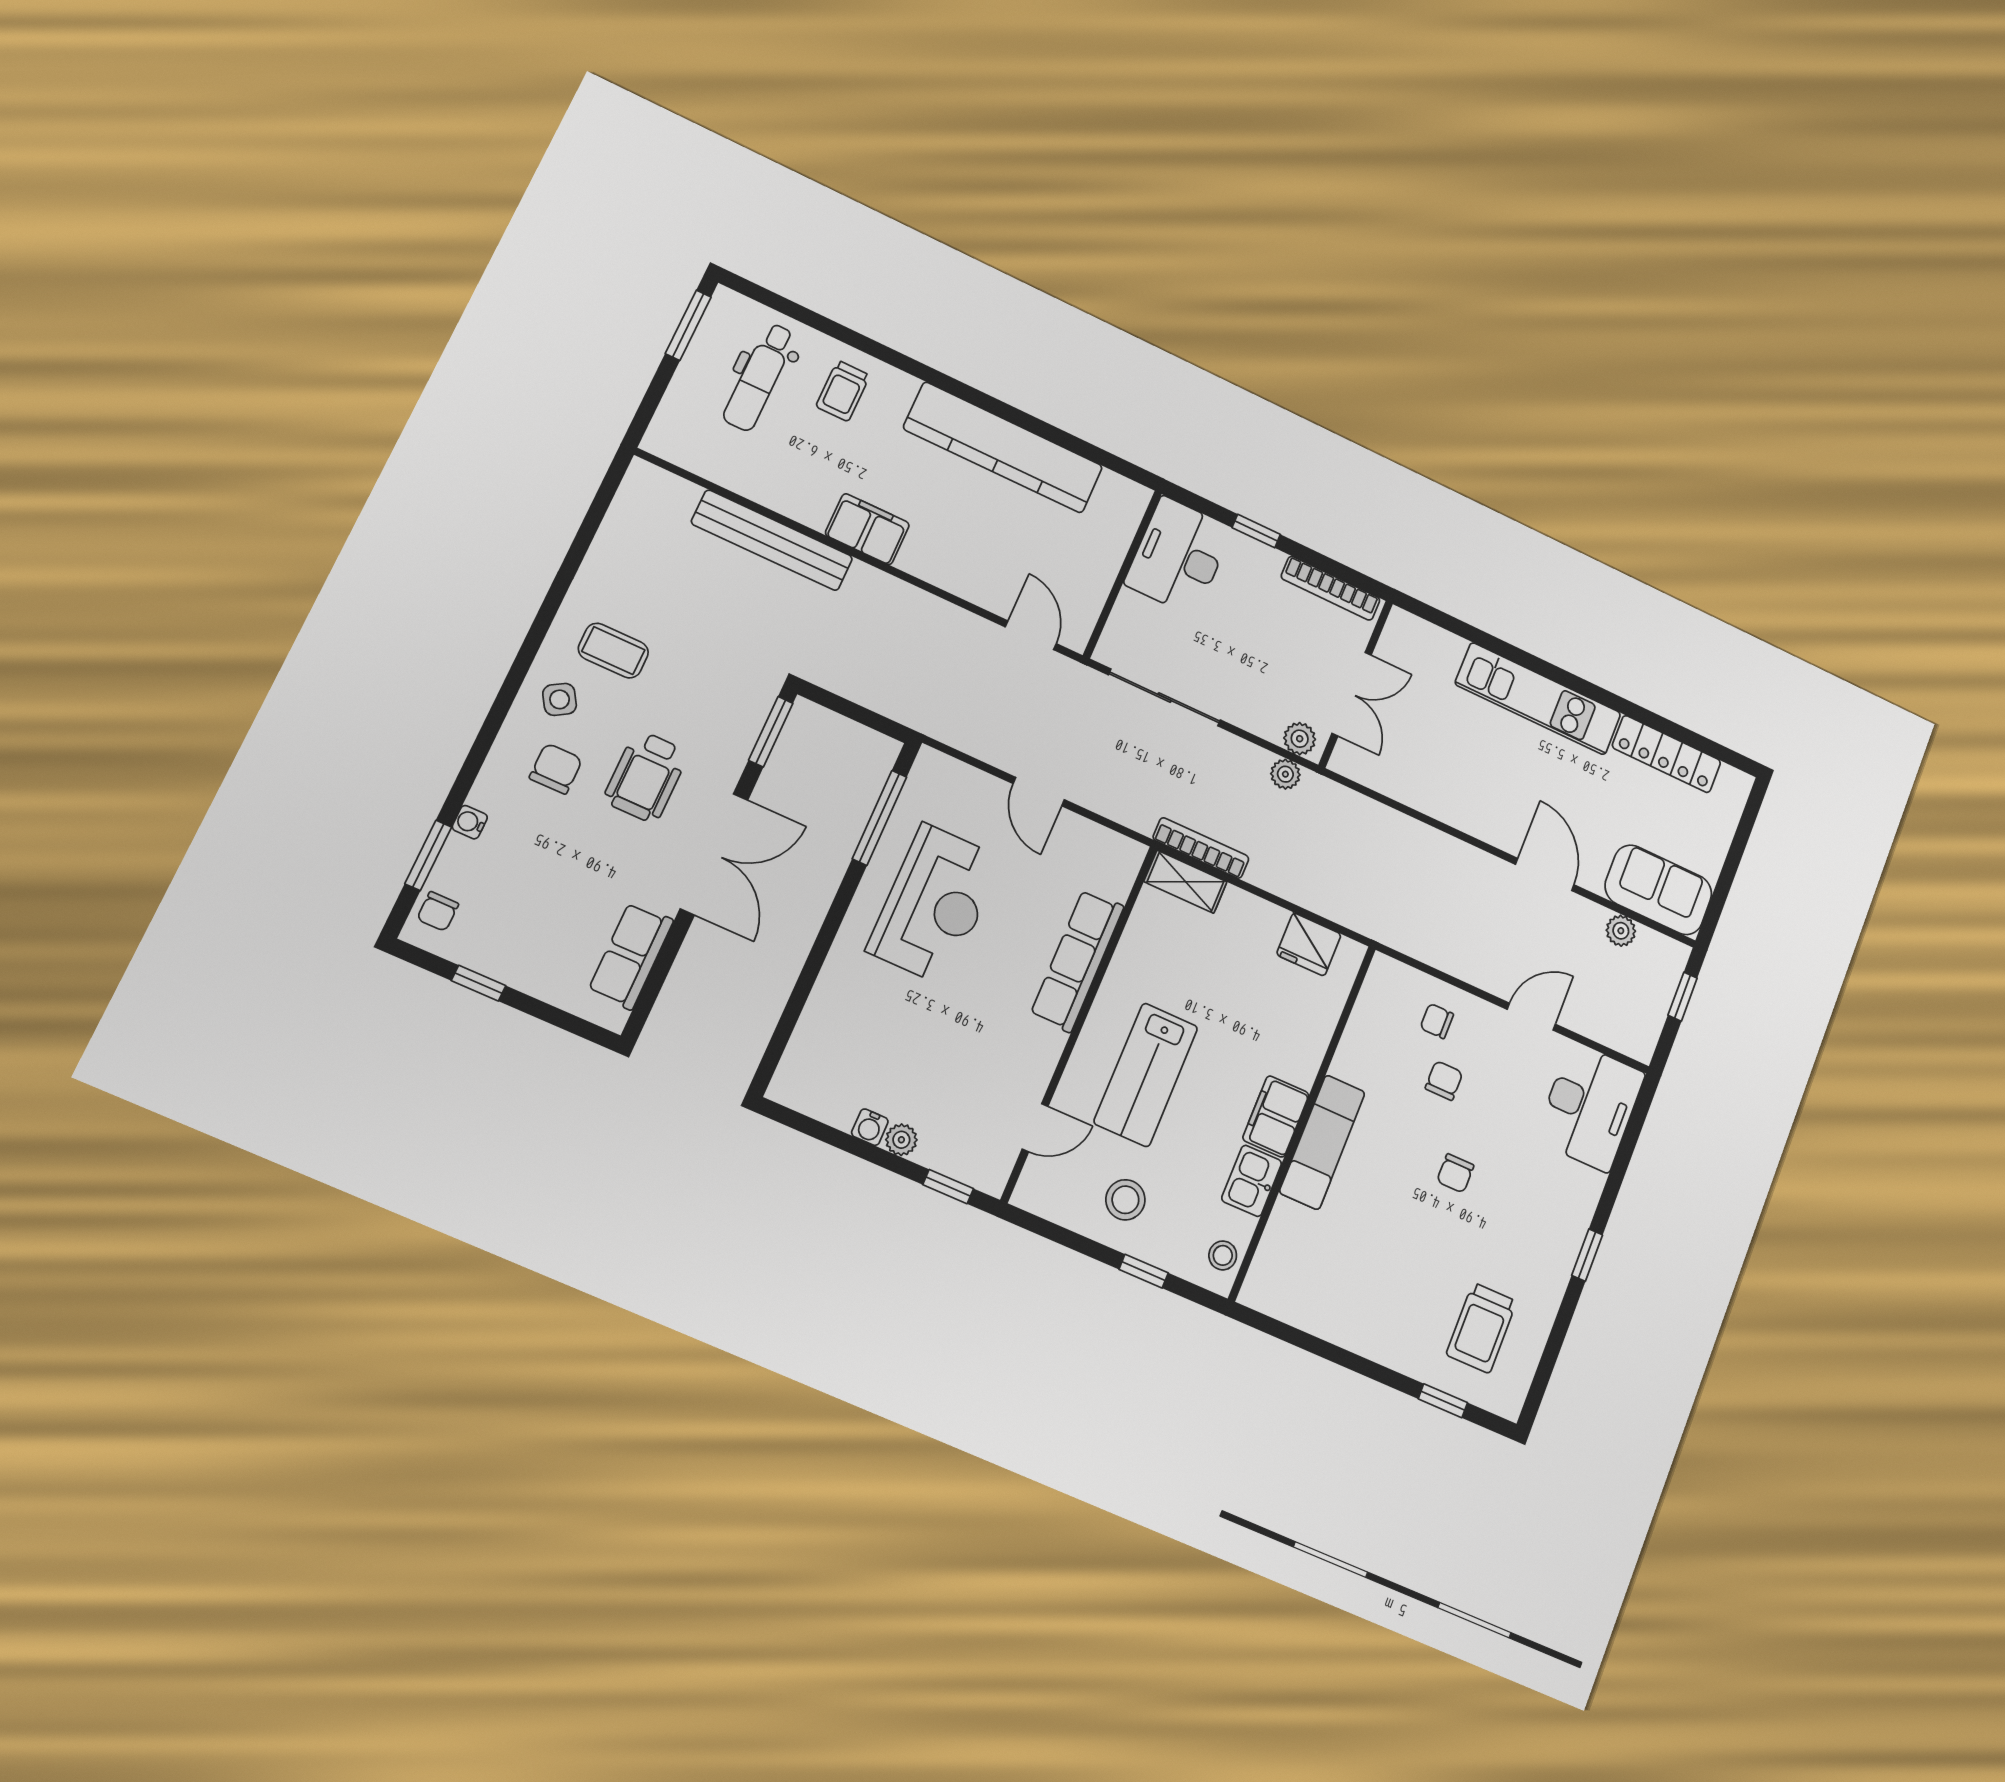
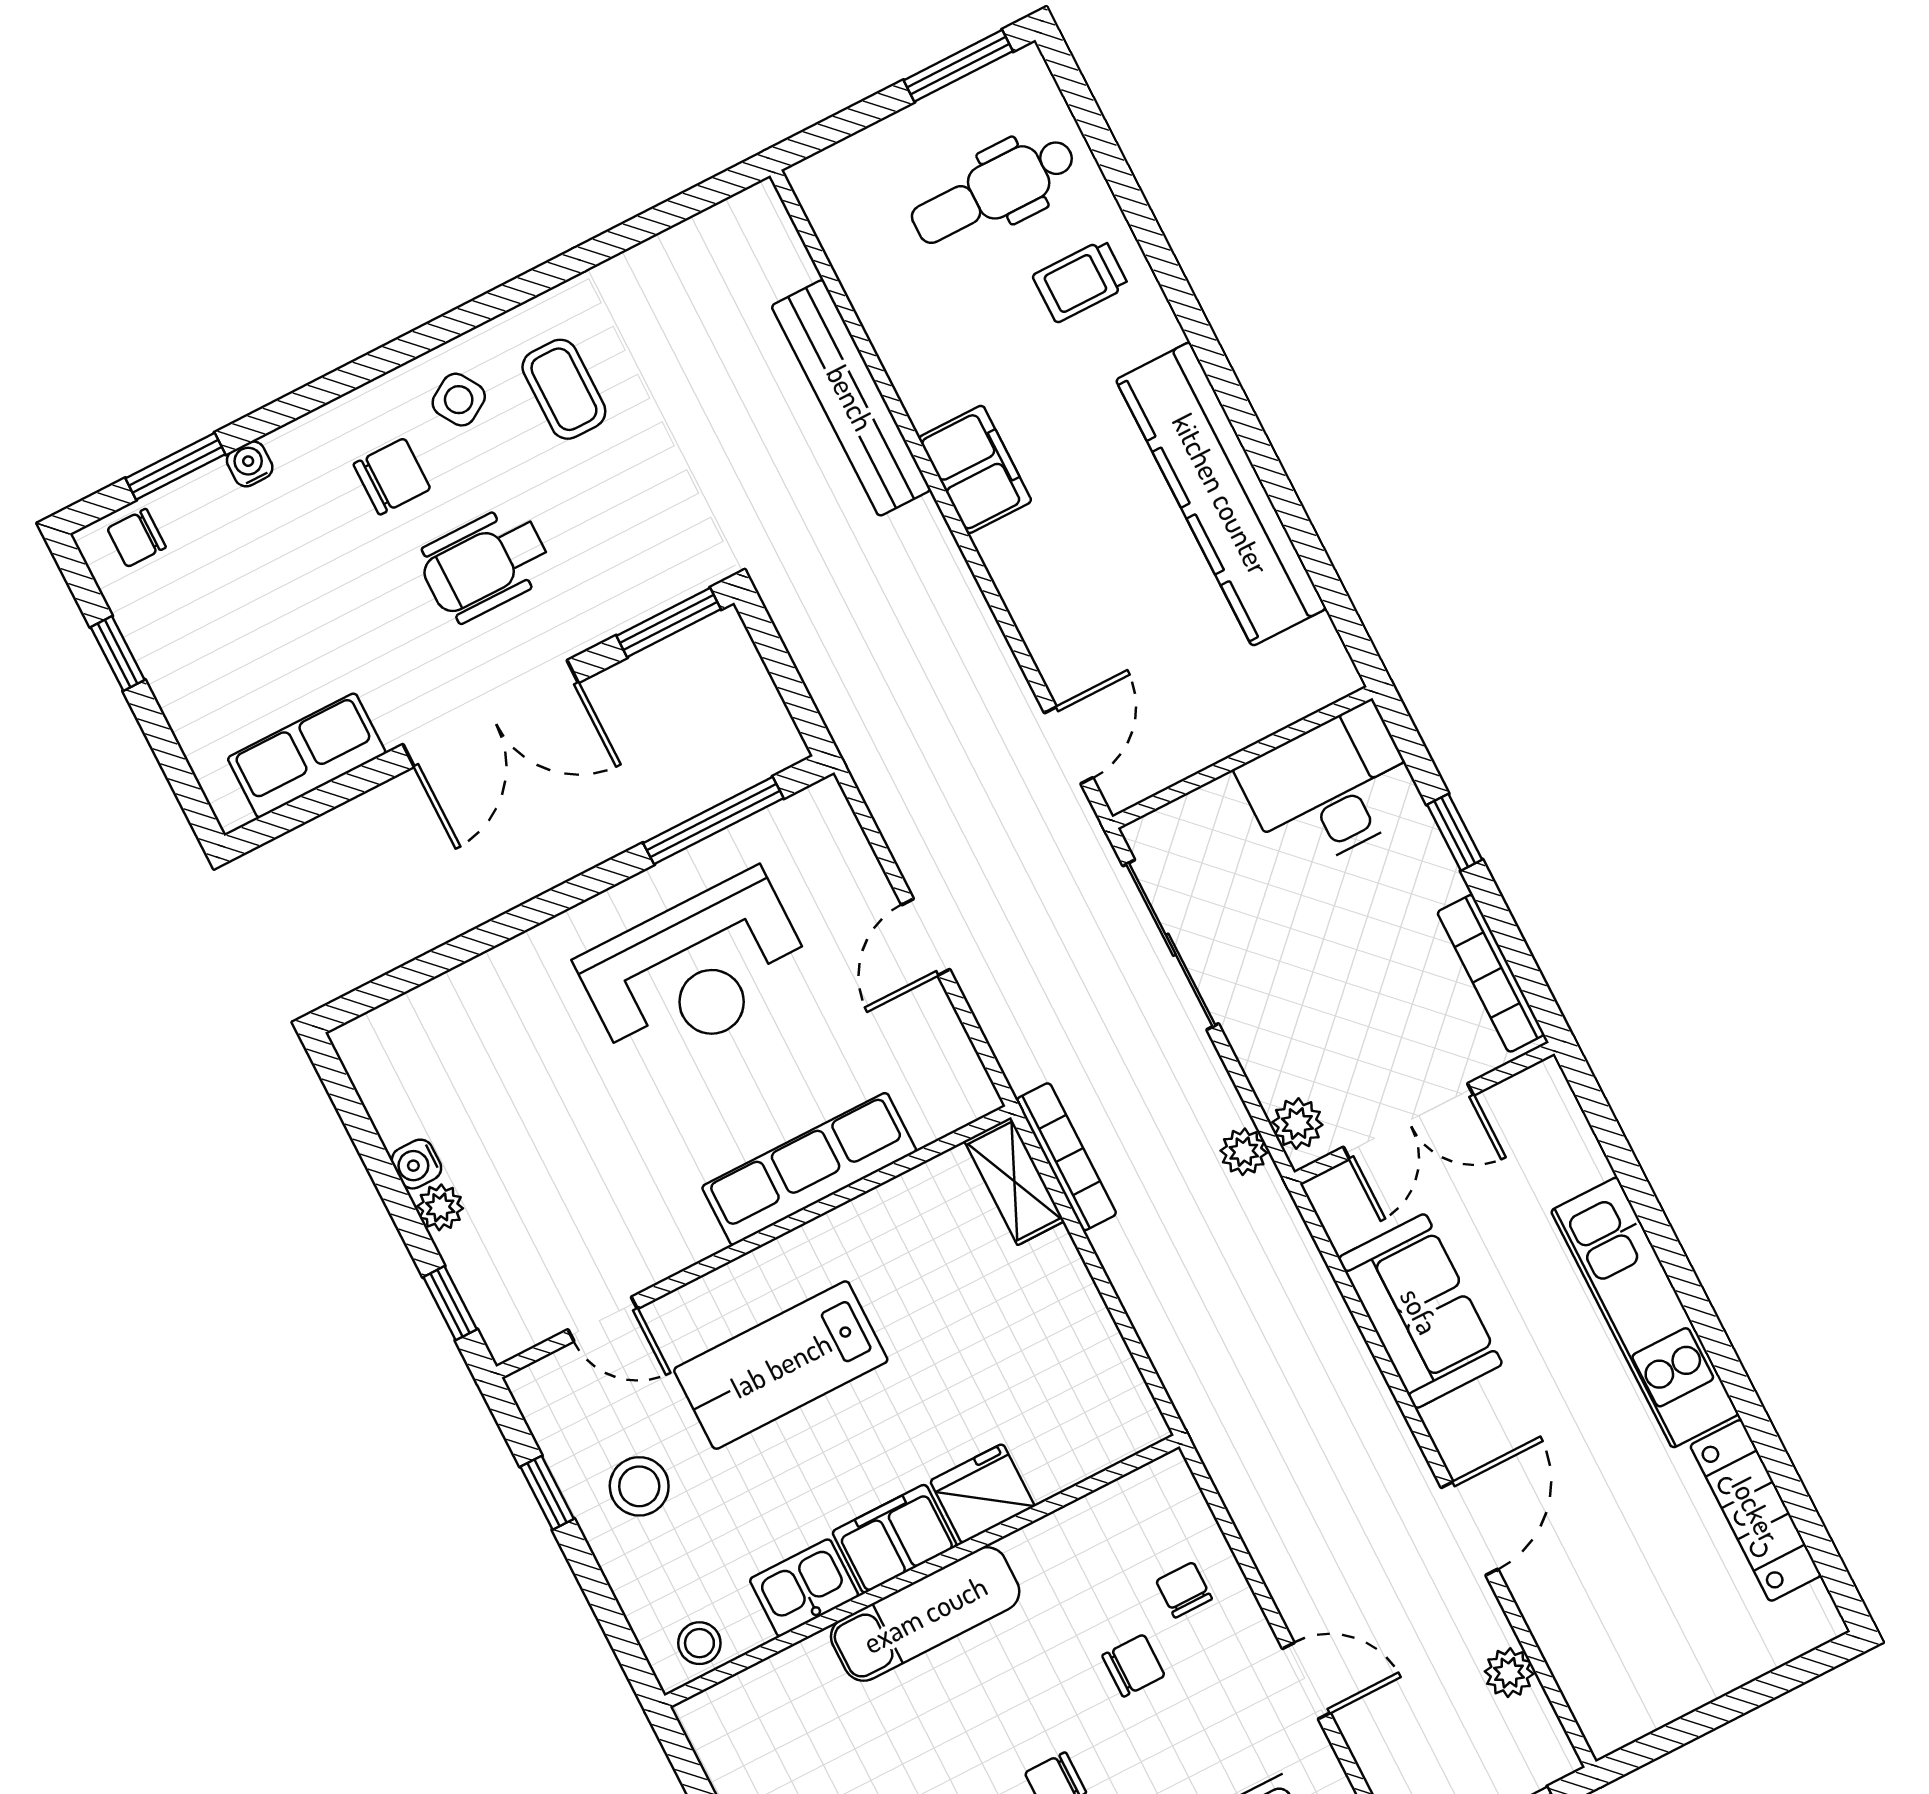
sofa: (1658, 890) -> (1420, 1311), moved
fridge: (1309, 944) -> (982, 1494), moved, turned 90
window: (1144, 1271) -> (547, 1493), moved

